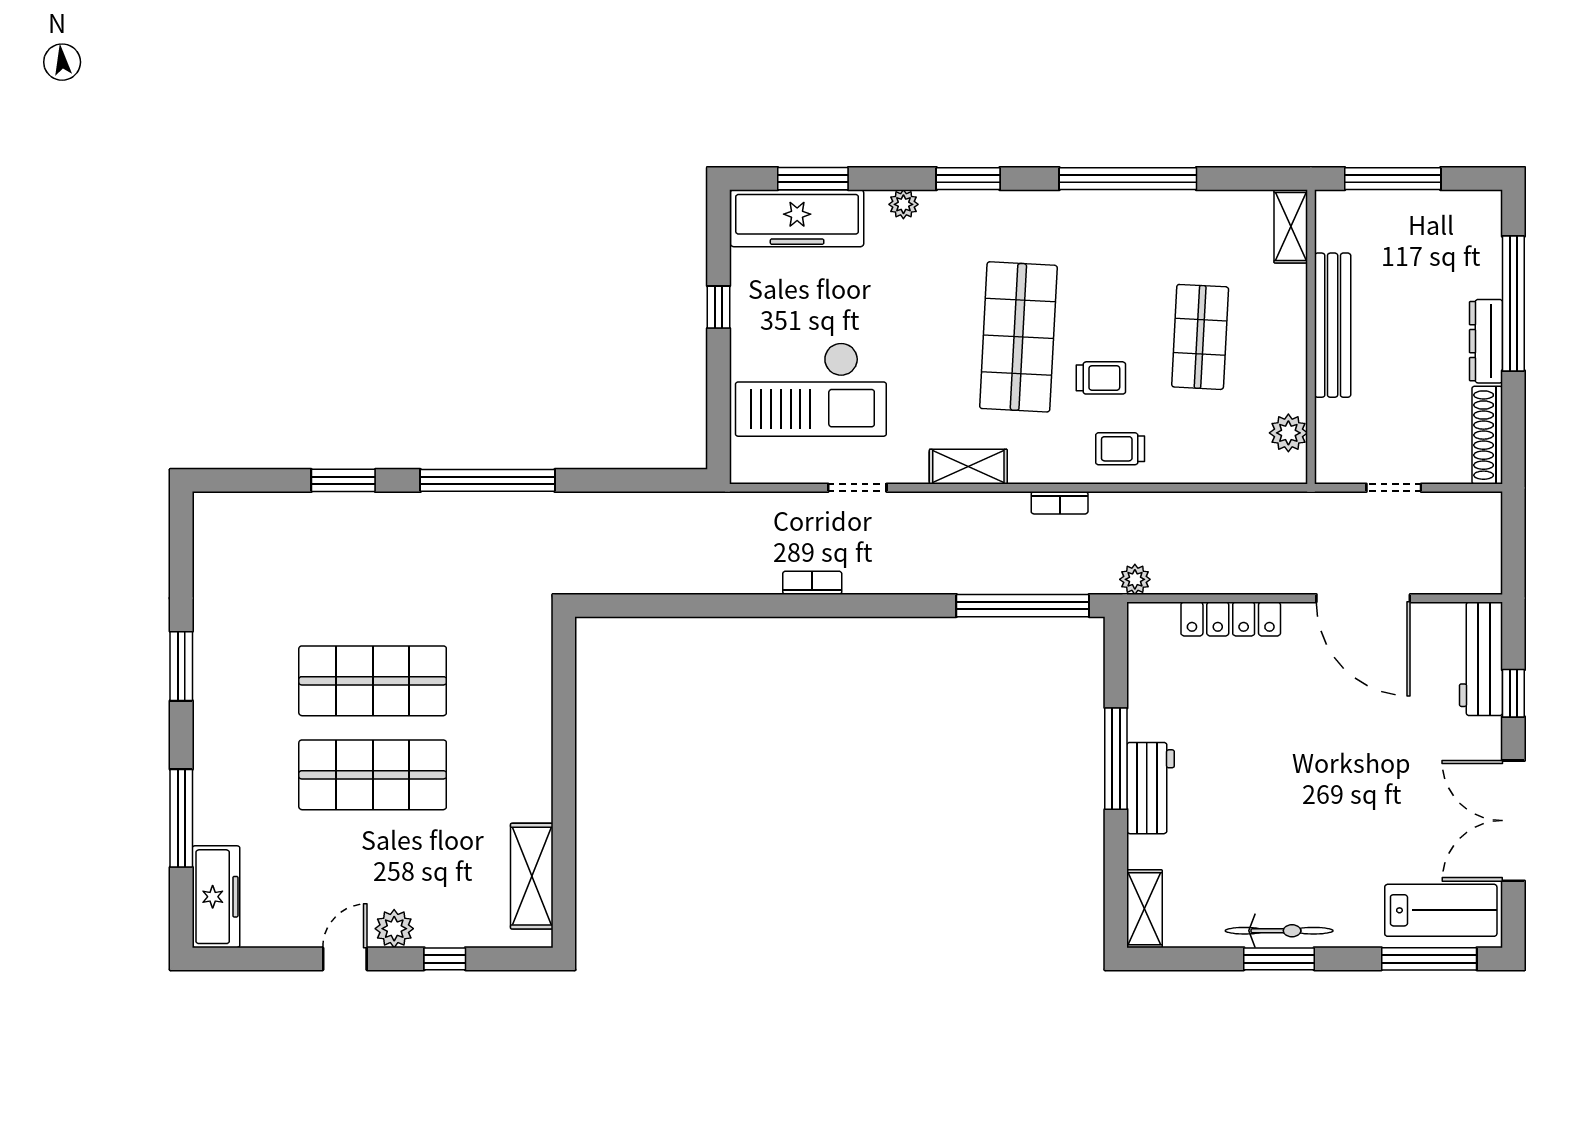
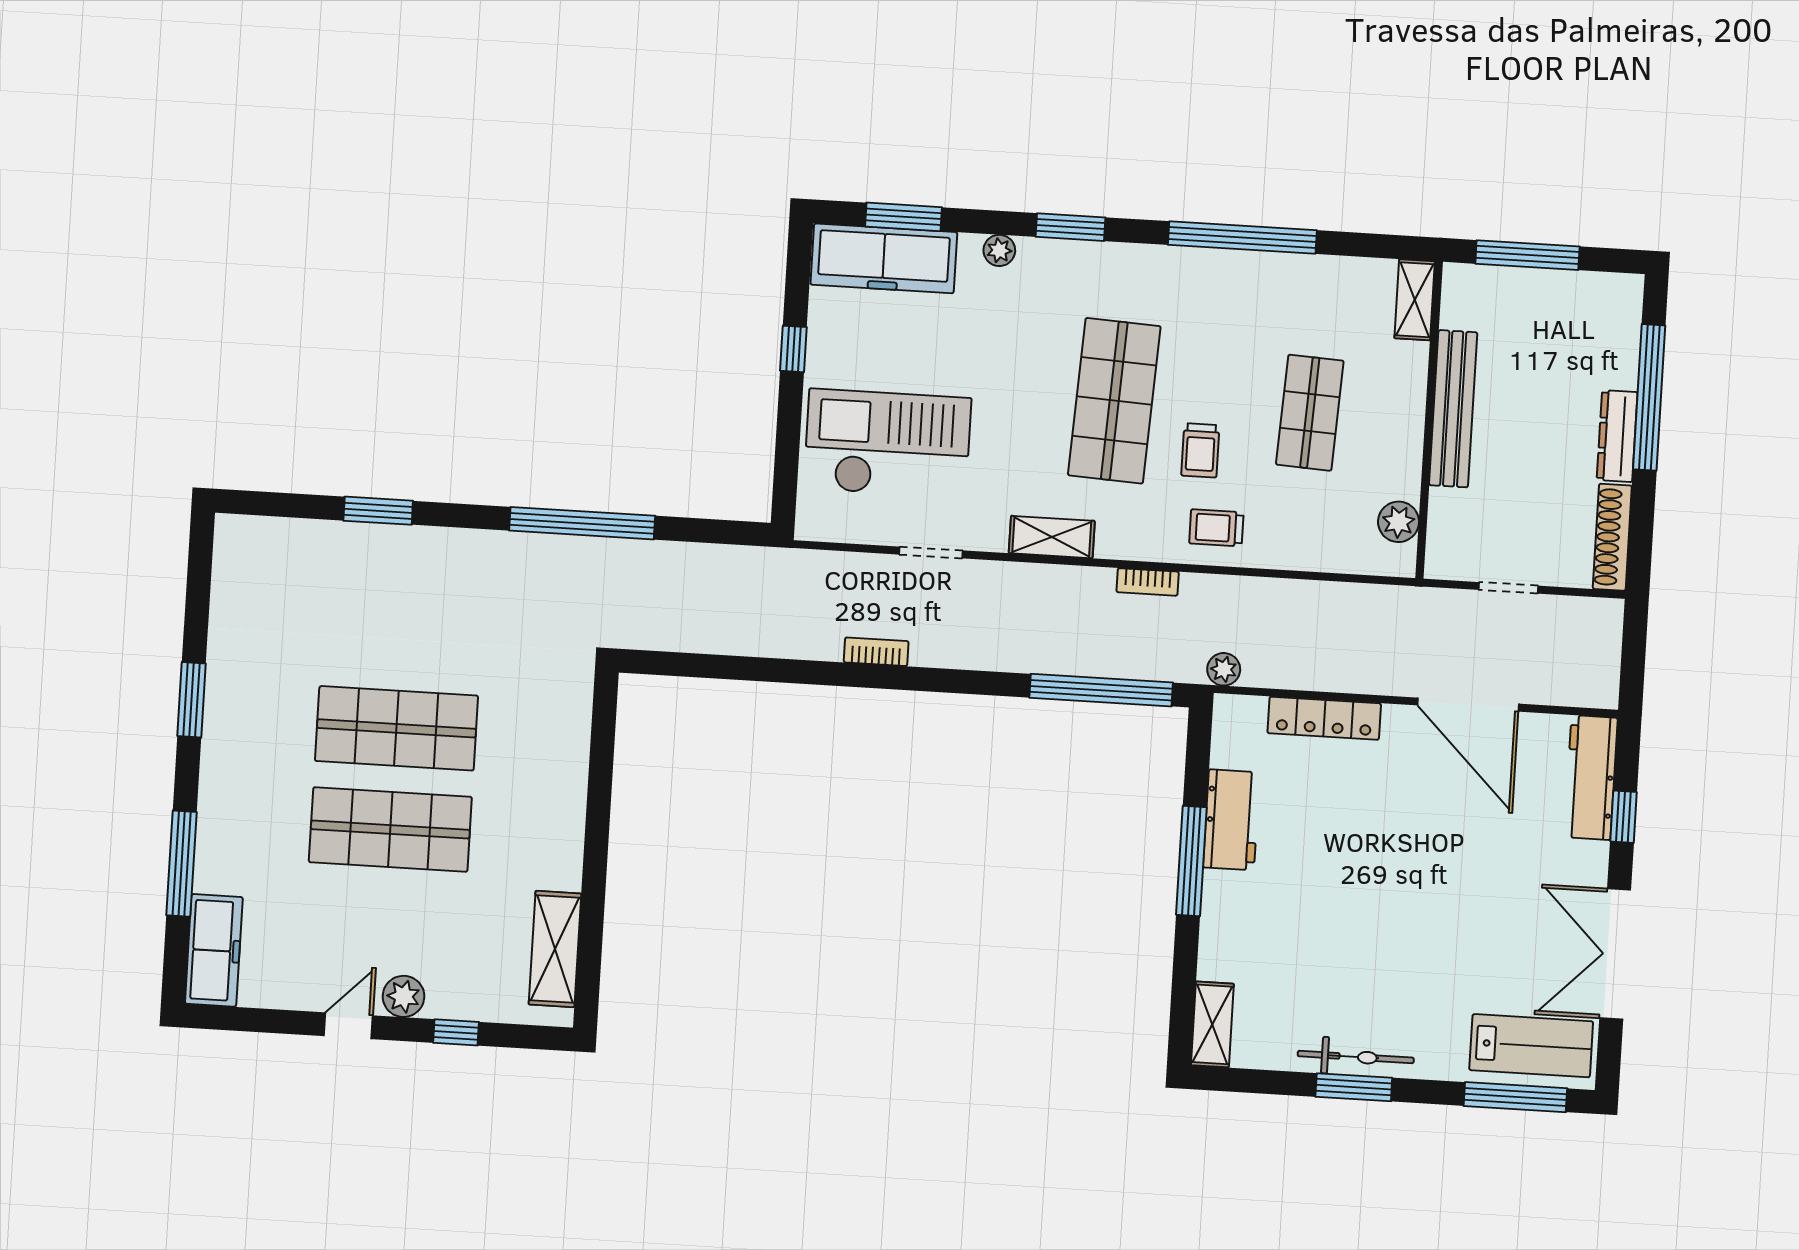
trolley: (1101, 378) -> (1200, 450), turned 90
checkout: (811, 389) -> (887, 443), turned 180
window: (488, 480) -> (582, 523), moved
workbench: (1151, 788) -> (1231, 820), moved

